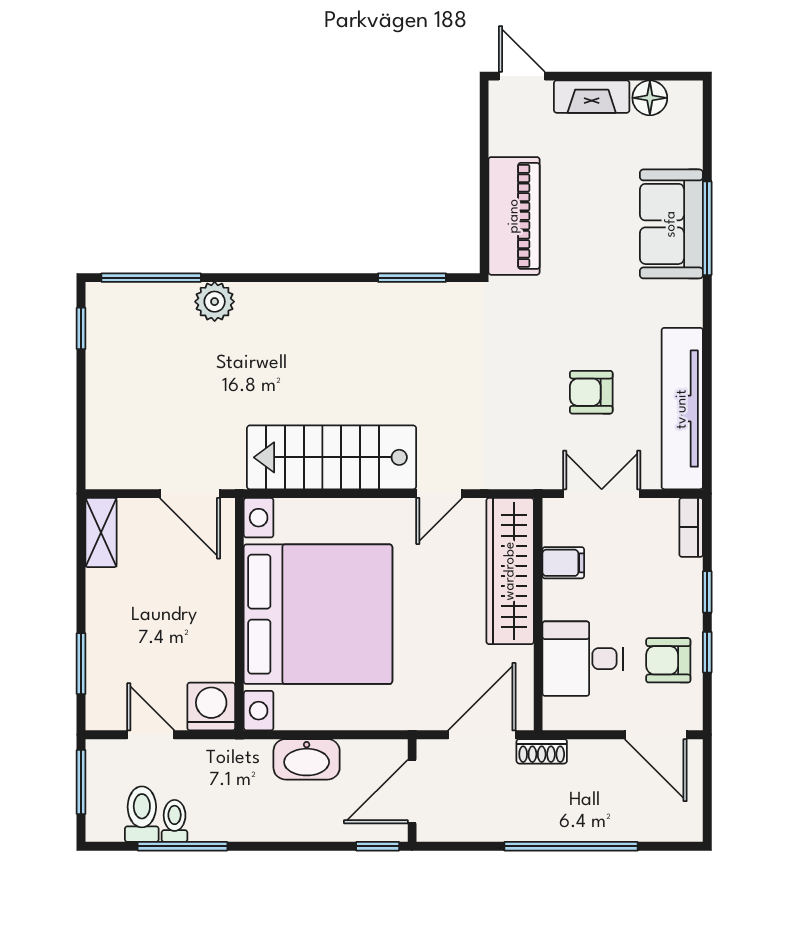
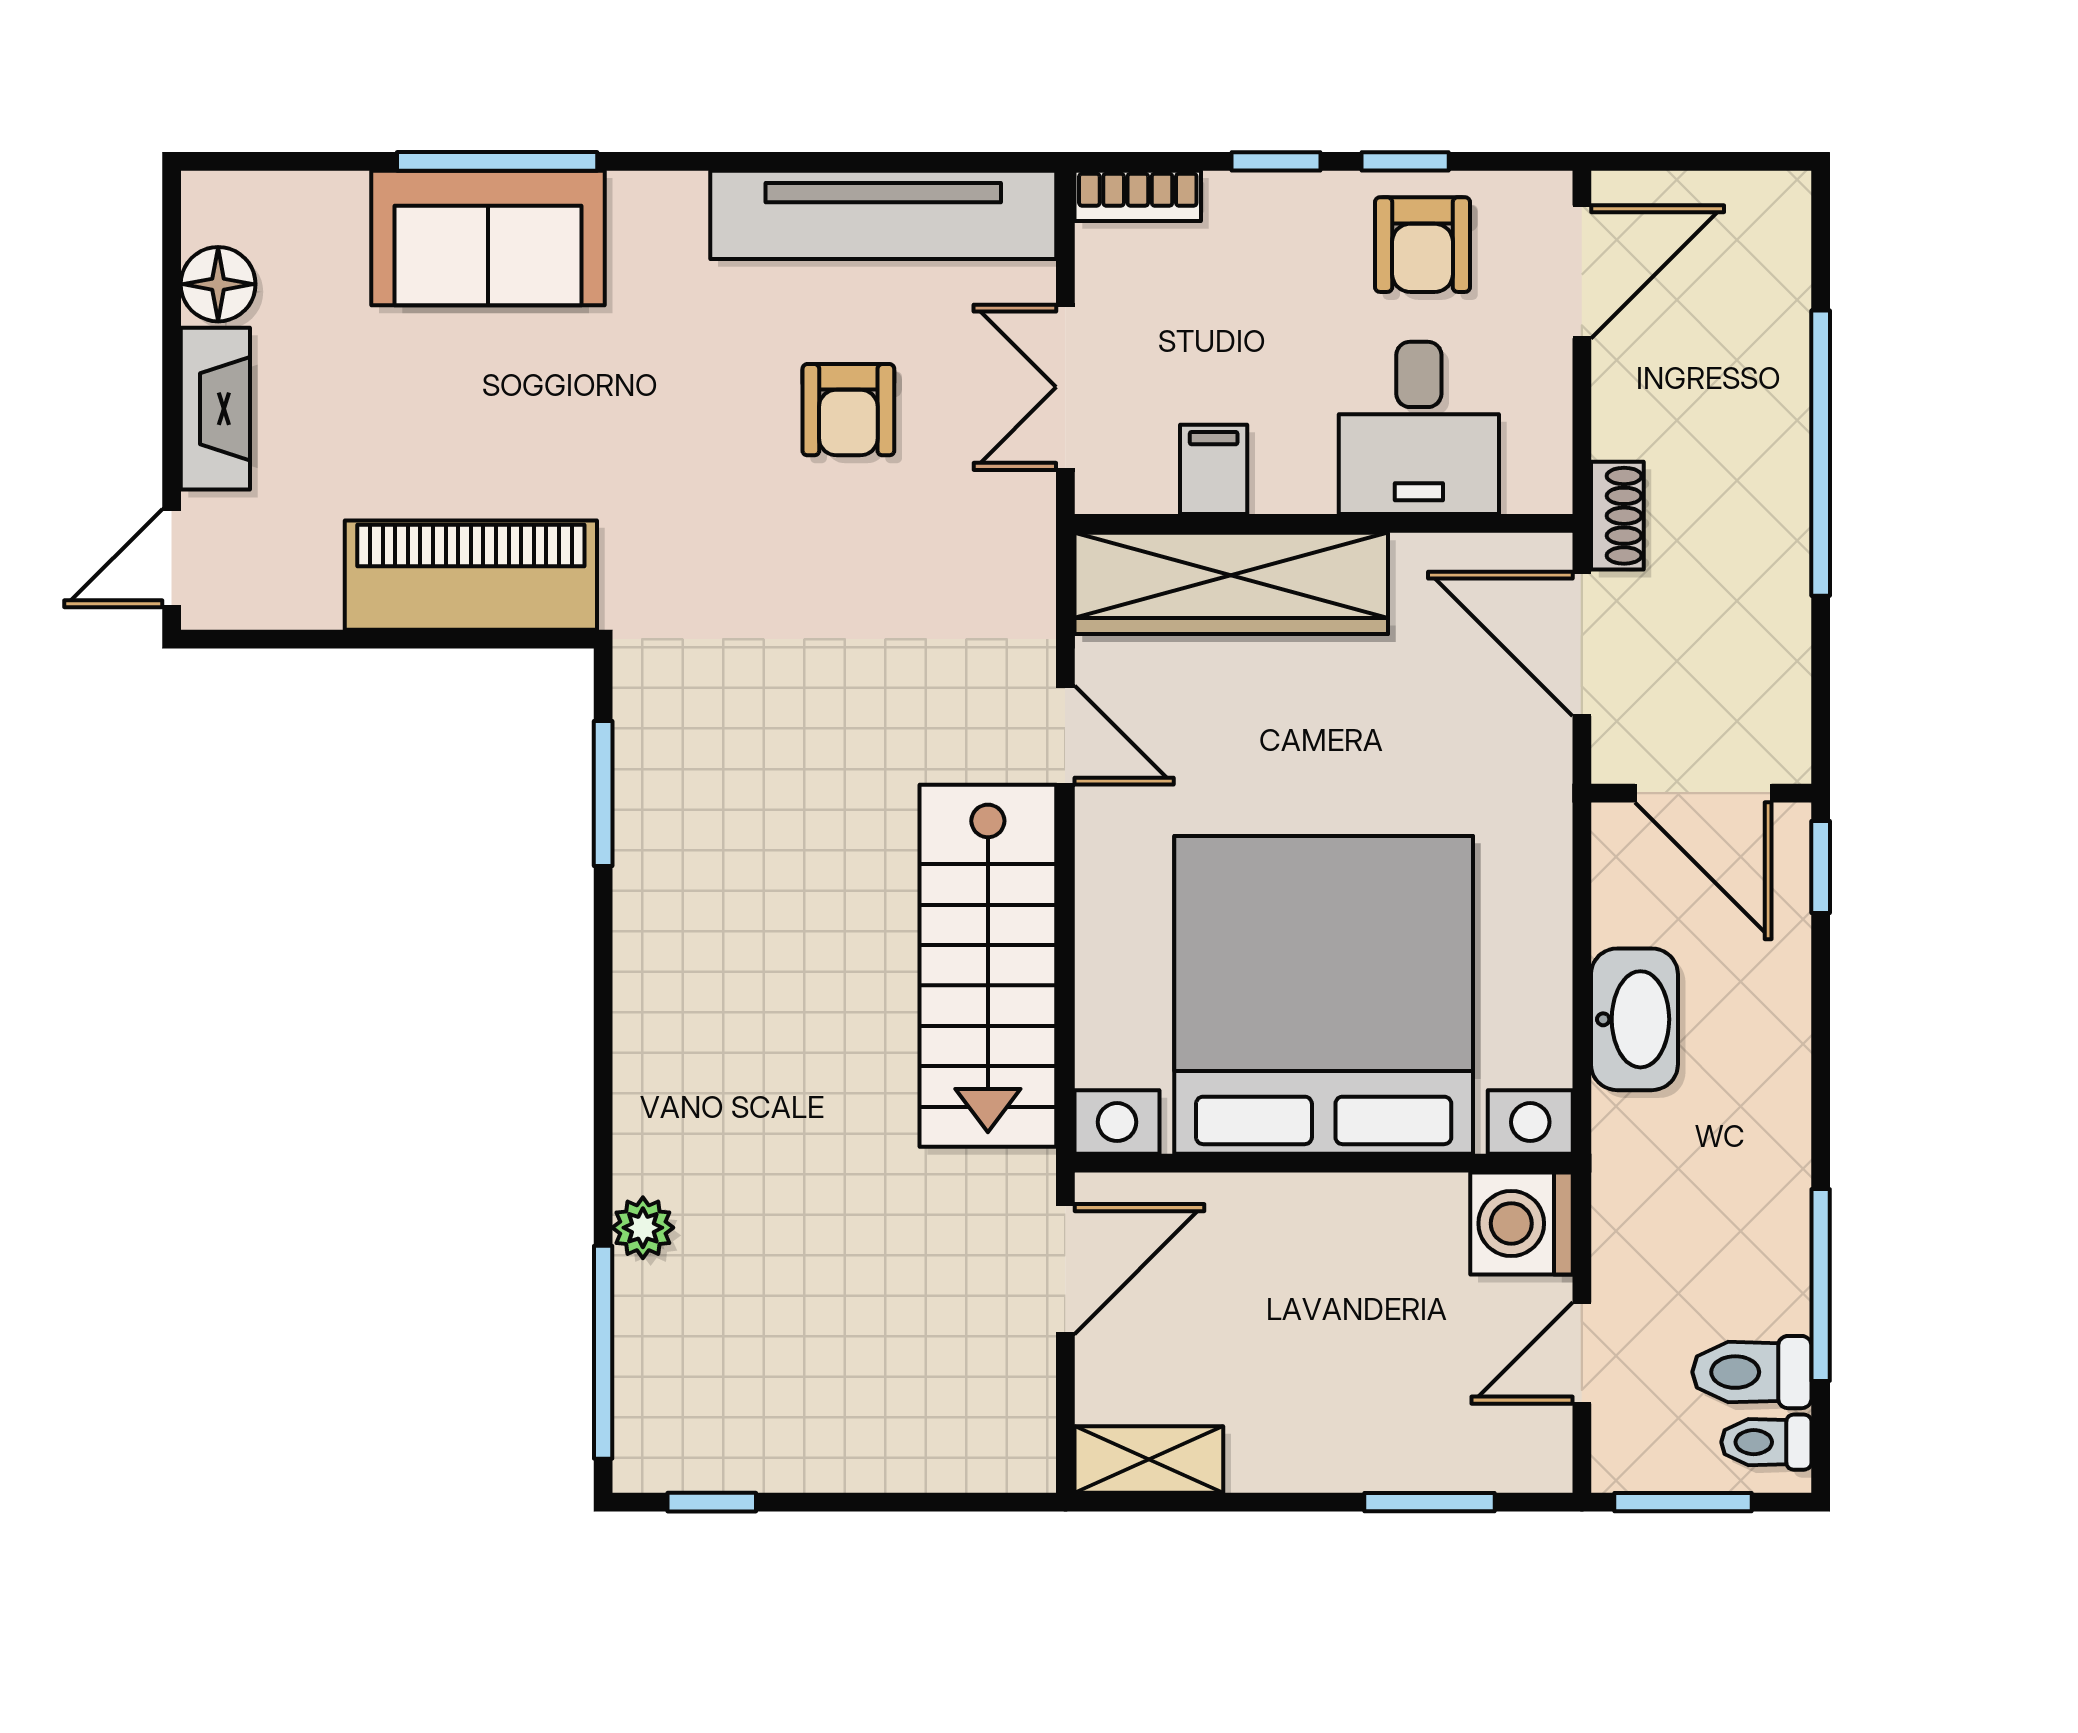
plant: (215, 302) -> (643, 1228), width x0.73, depth x0.73
toilet: (175, 821) -> (1766, 1442), moved

